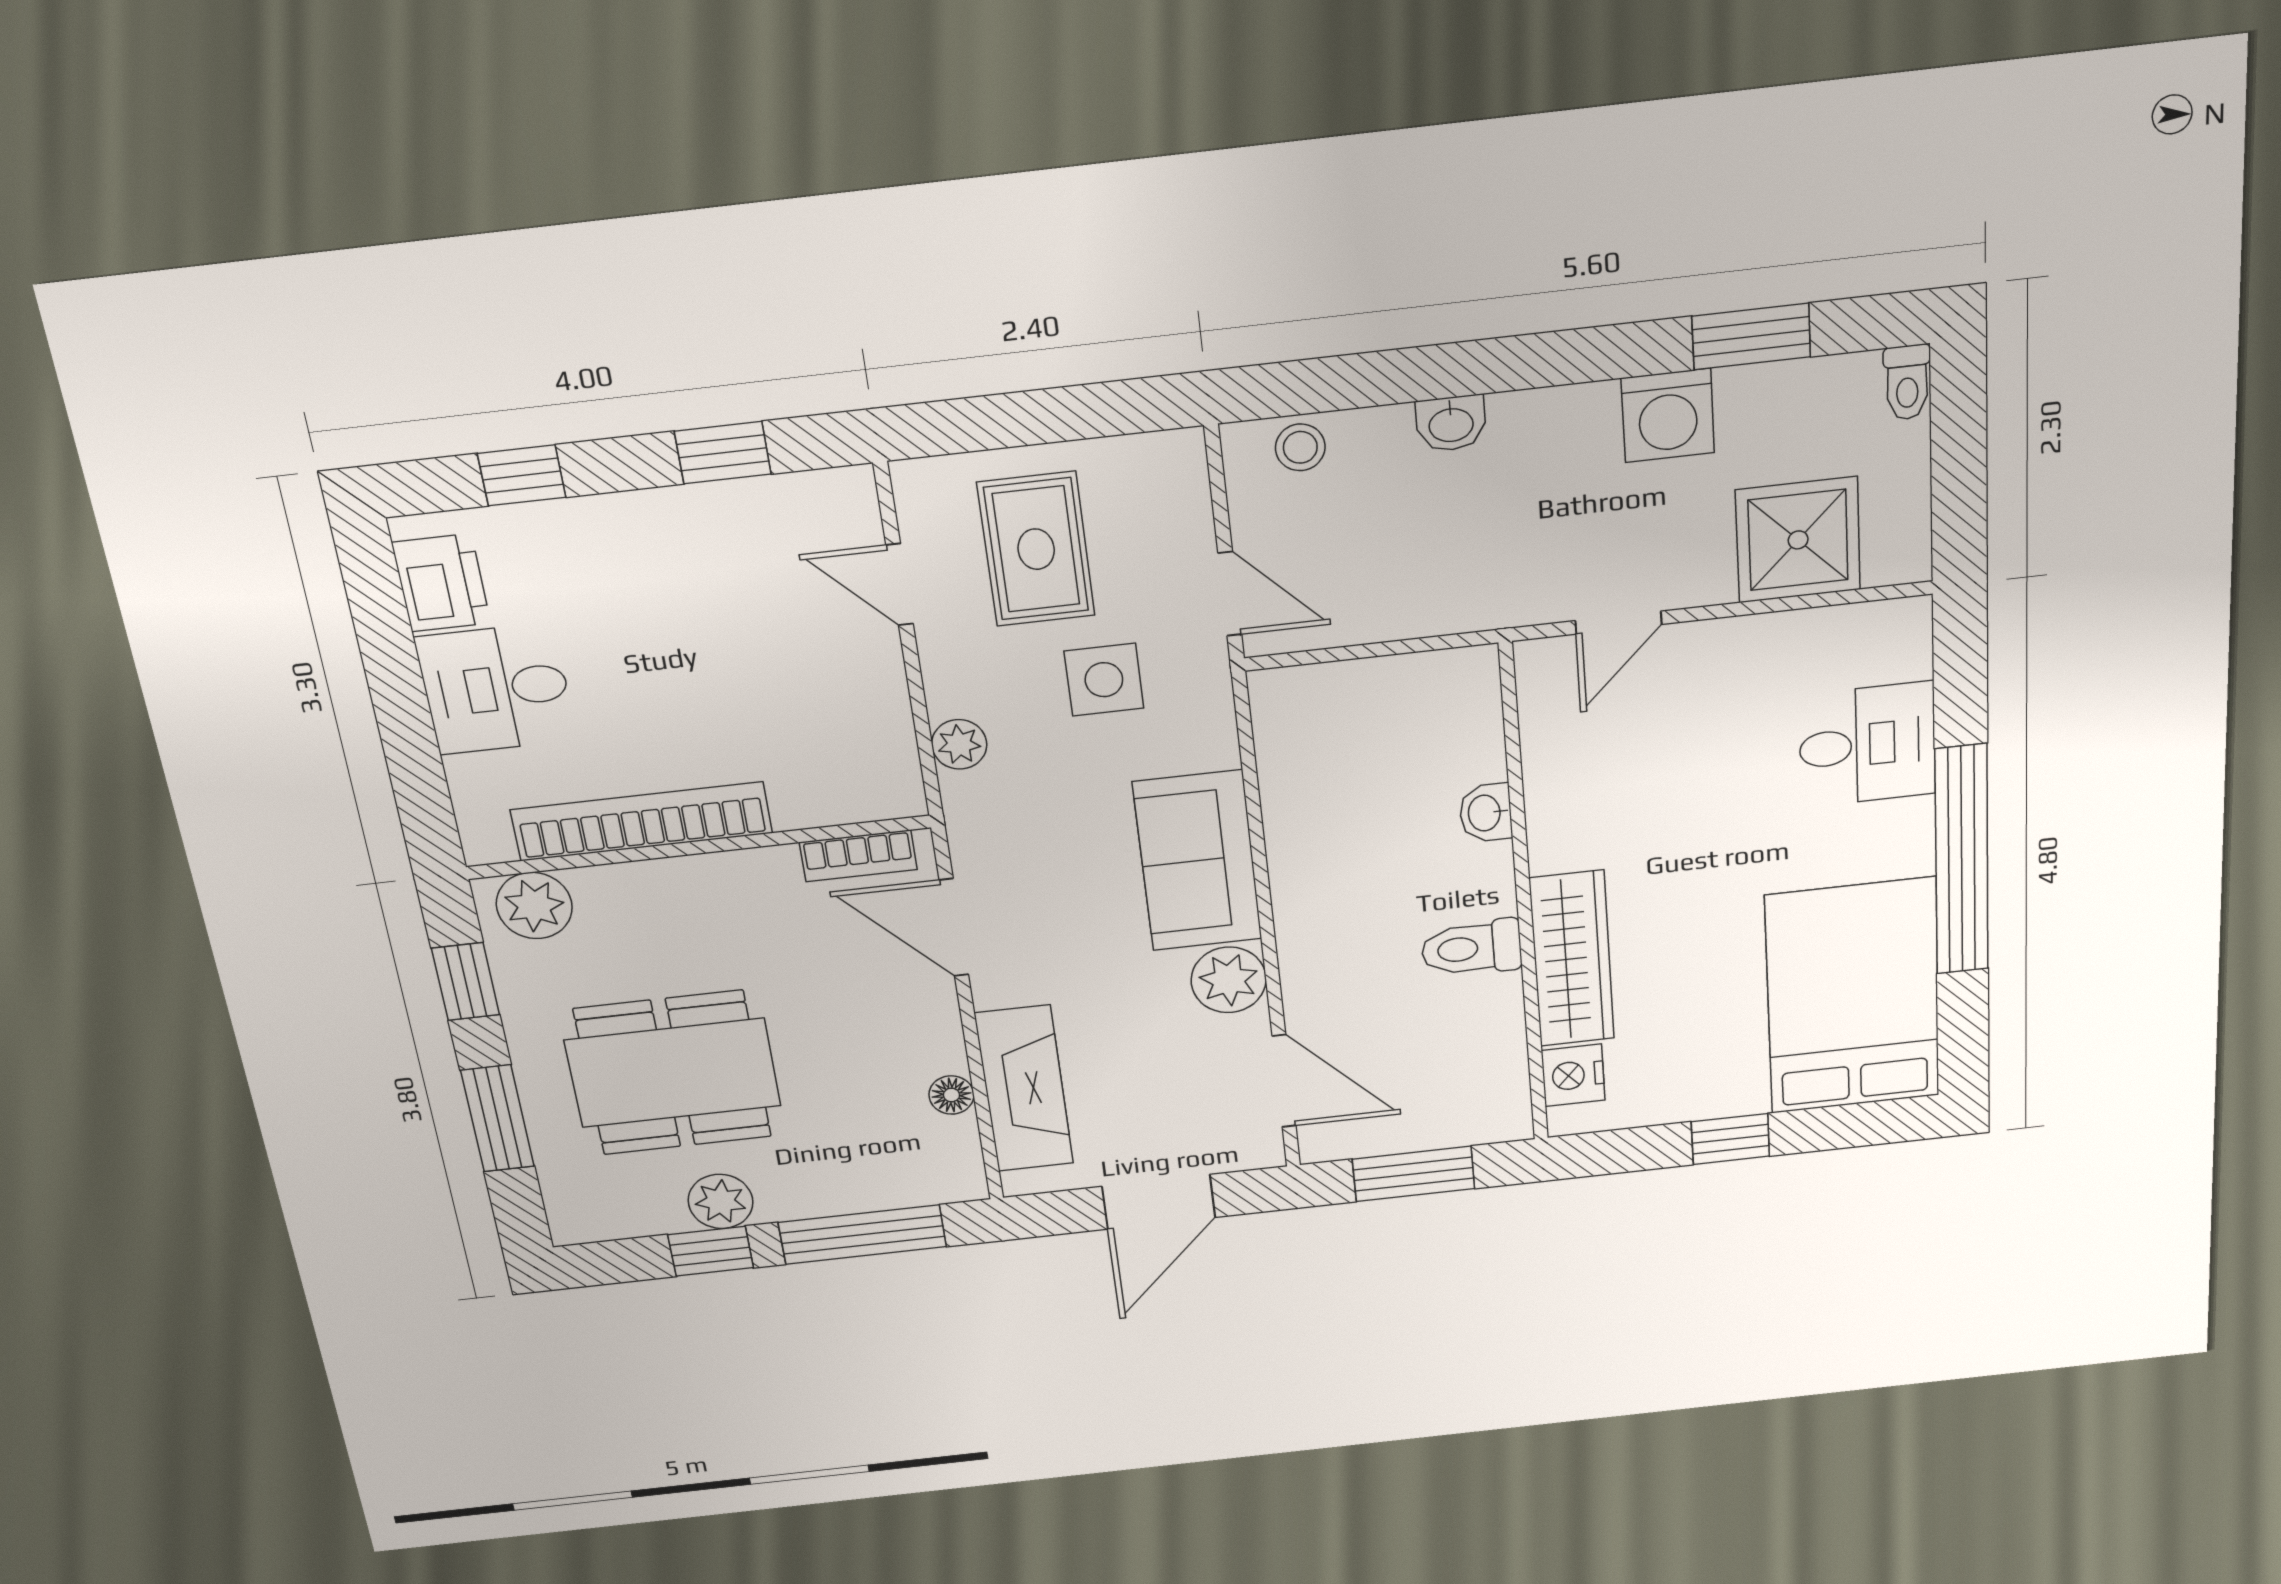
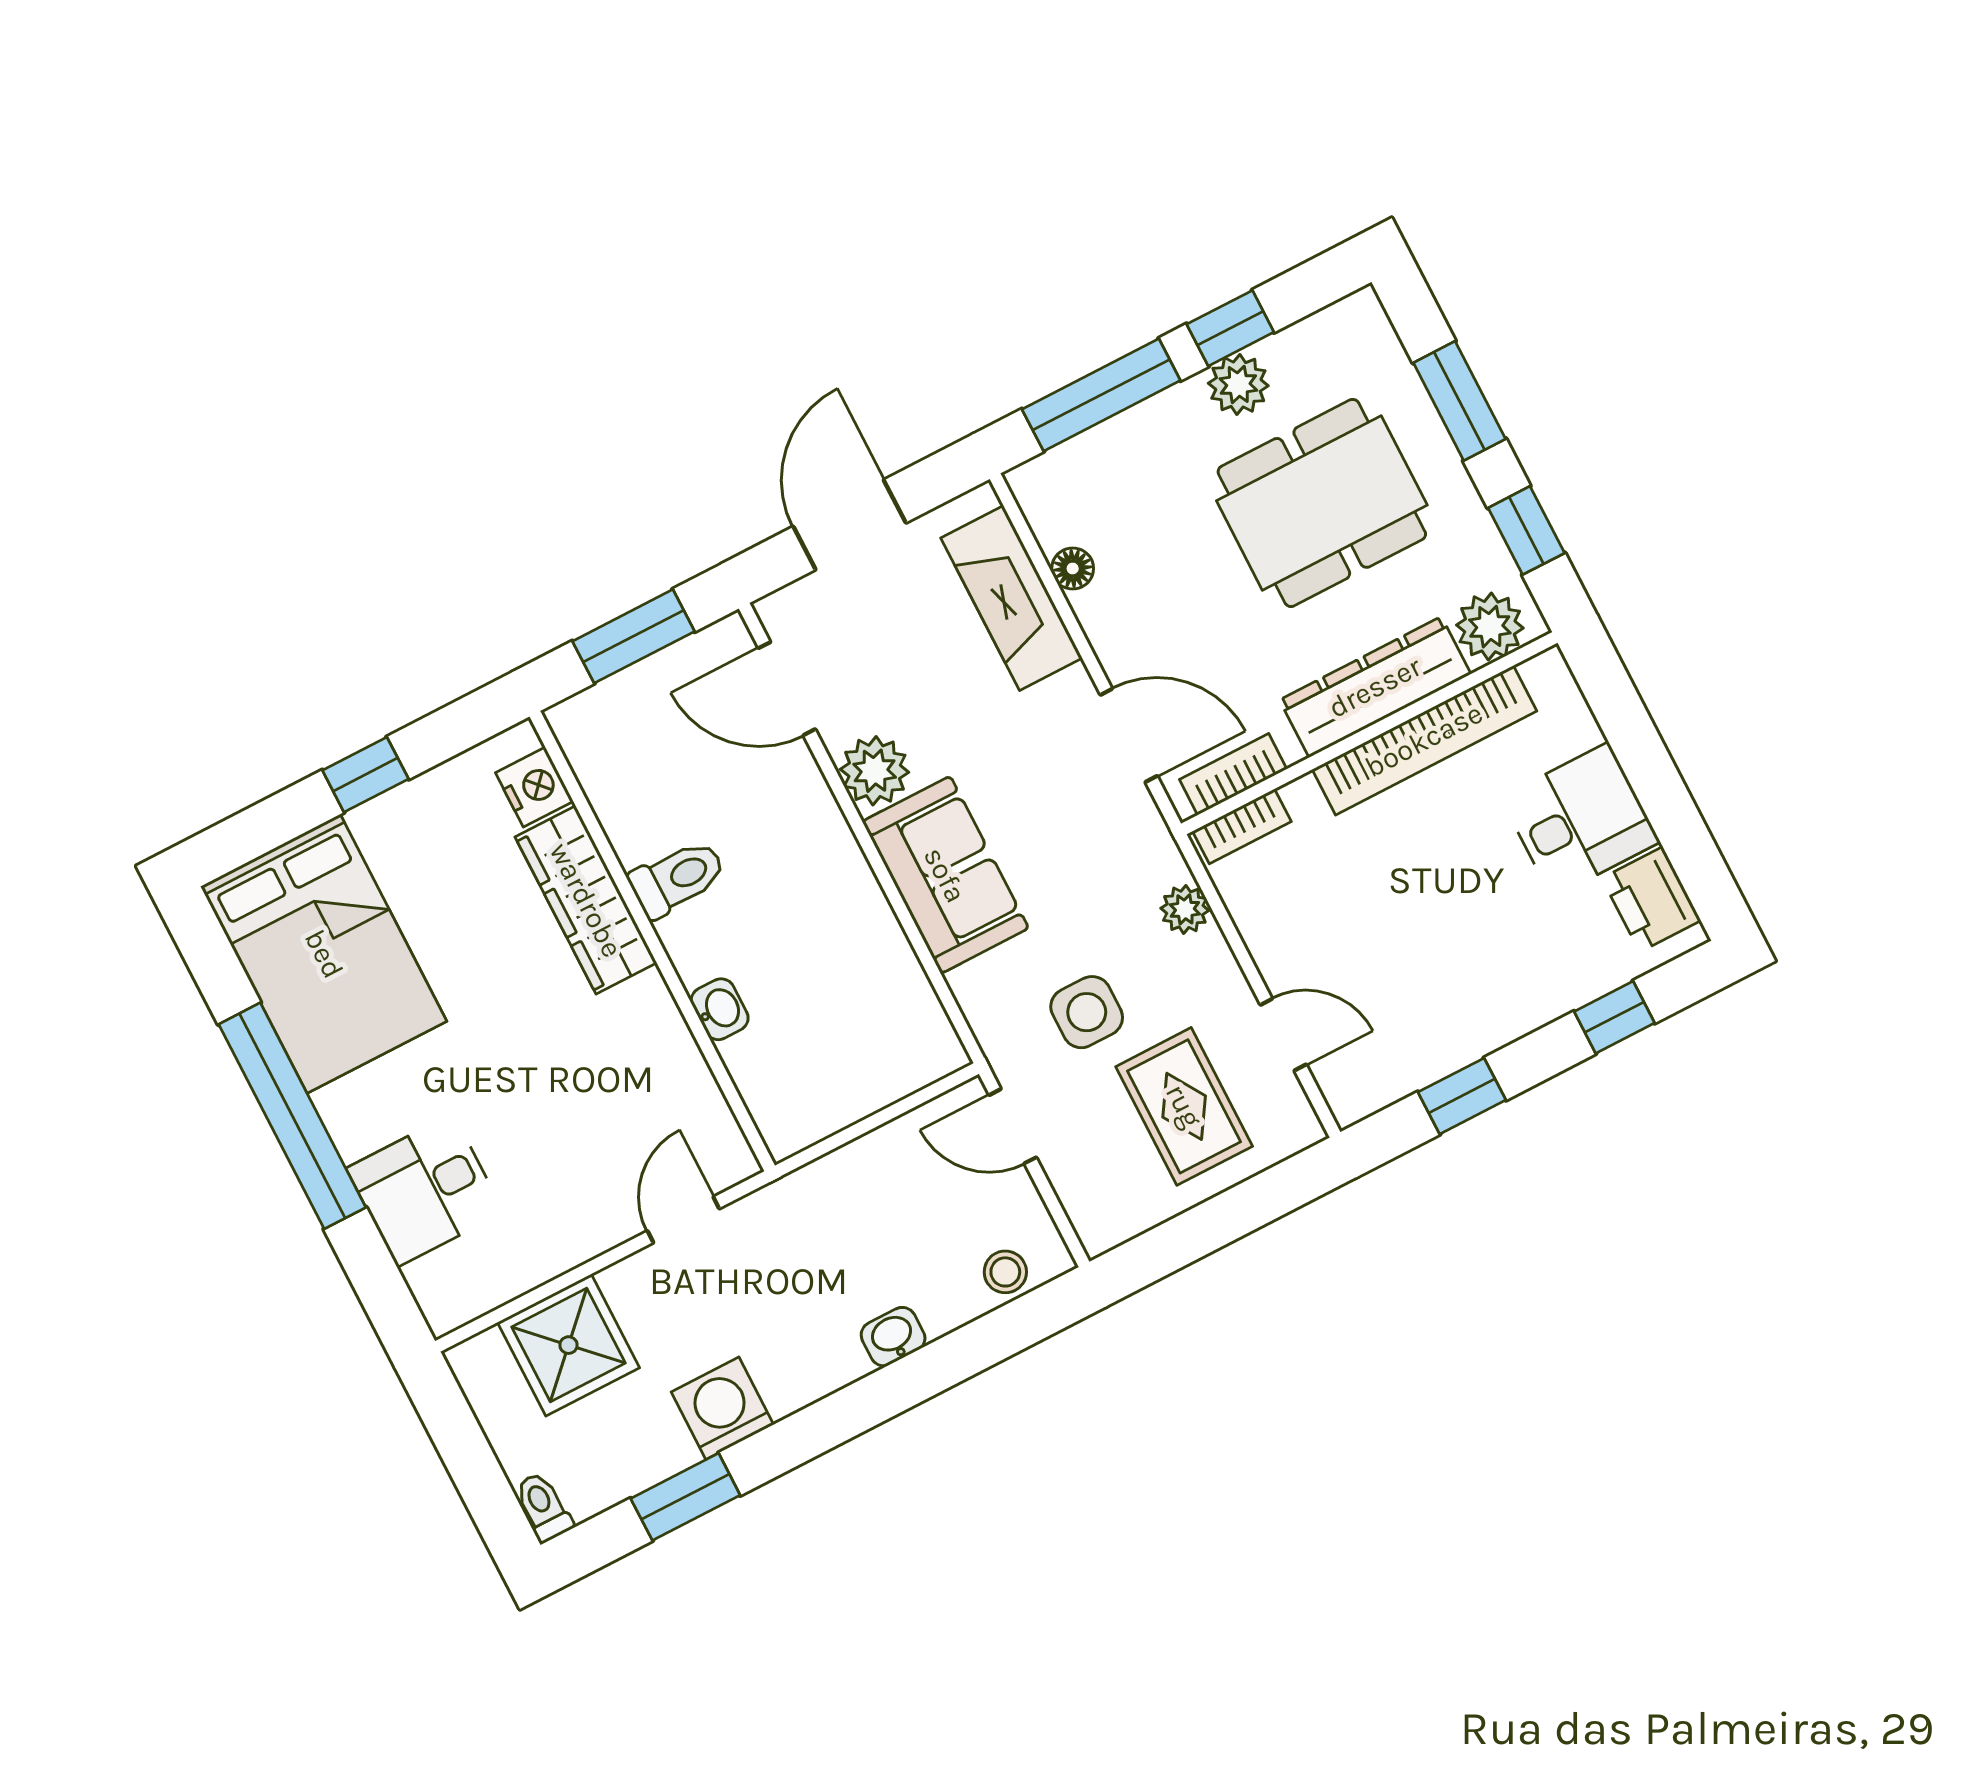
bookcase: (868, 804) -> (1242, 826), added
dresser: (677, 889) -> (1375, 687), added

